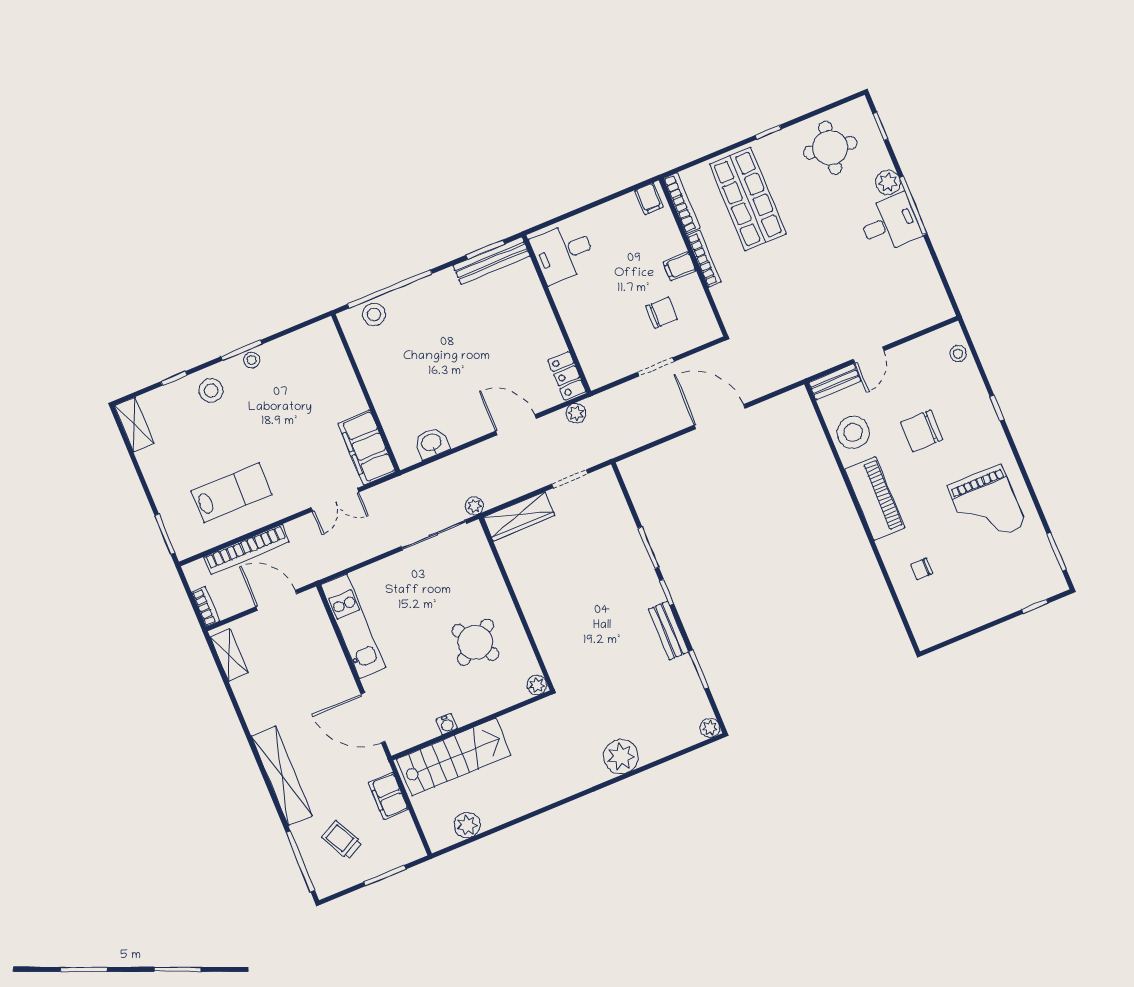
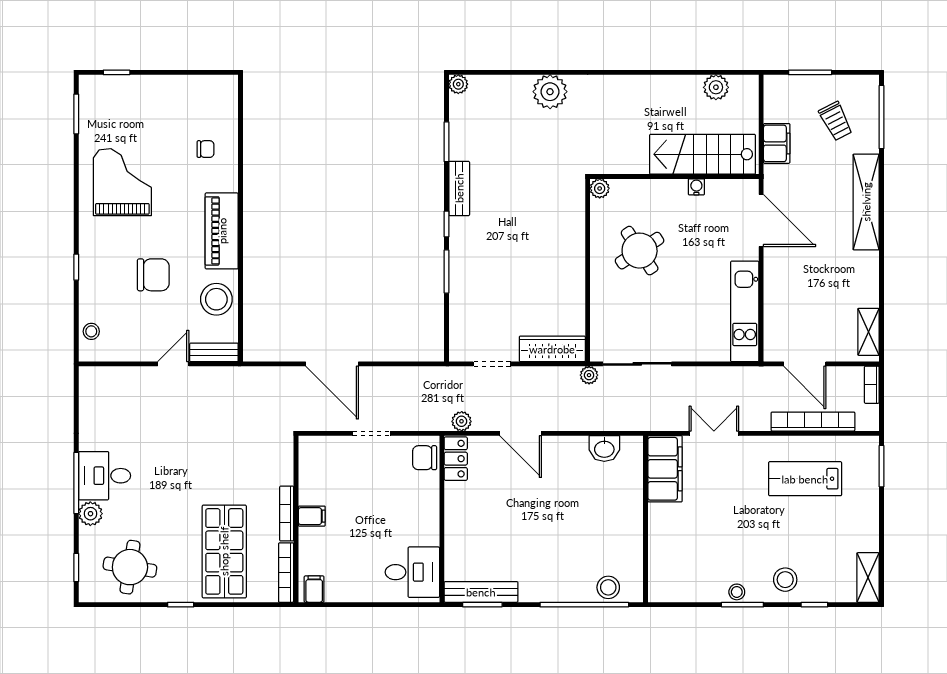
chair: (662, 313) -> (425, 458), moved

